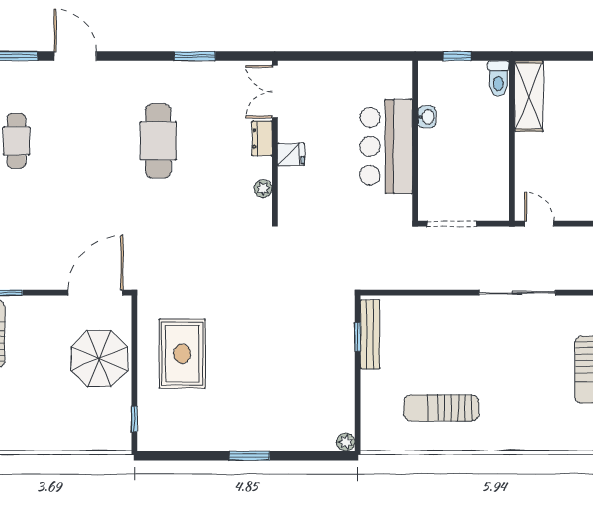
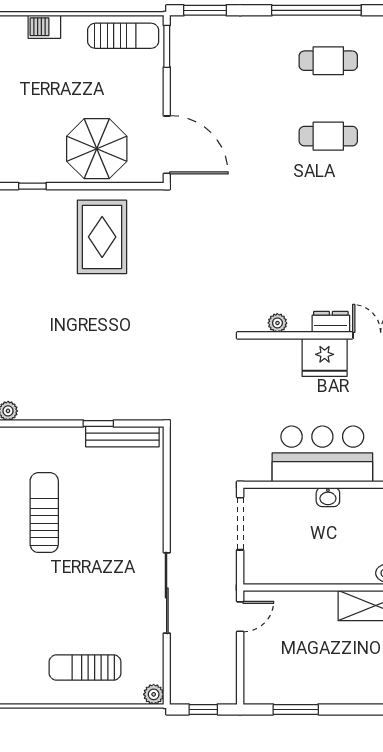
washbasin: (427, 117) -> (328, 497), moved
cafe table: (158, 141) -> (328, 136), moved, width x0.73, depth x0.74
fridge: (291, 154) -> (325, 357), width x1.88, depth x1.34
window: (358, 337) -> (98, 424), moved
rug: (182, 354) -> (102, 237), turned 90

